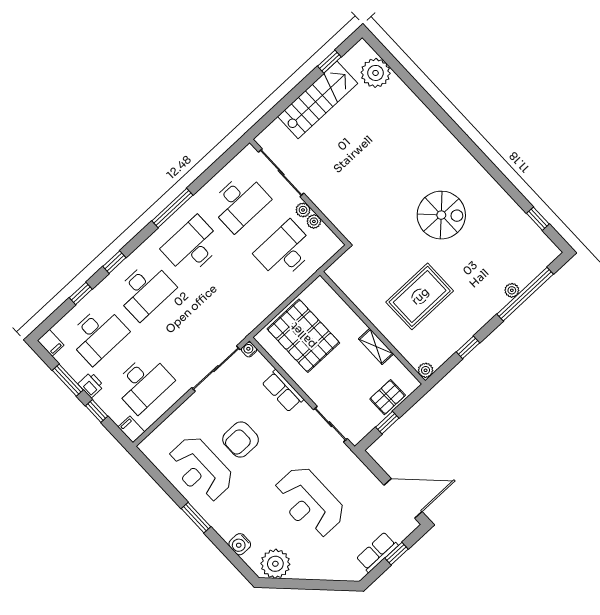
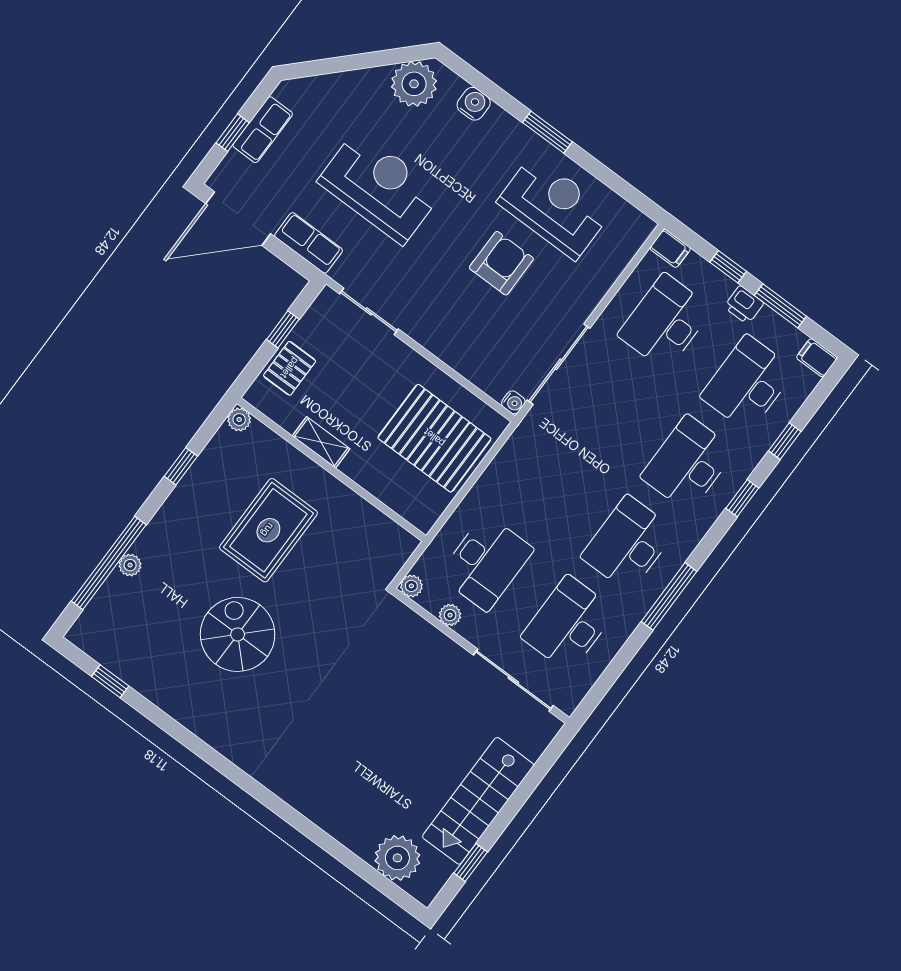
plant: (303, 210) -> (411, 586), moved
spiral stairs: (441, 215) -> (238, 634), moved, turned 90
desk: (192, 246) -> (628, 544), turned 180
row of seats: (283, 391) -> (309, 243), moved

